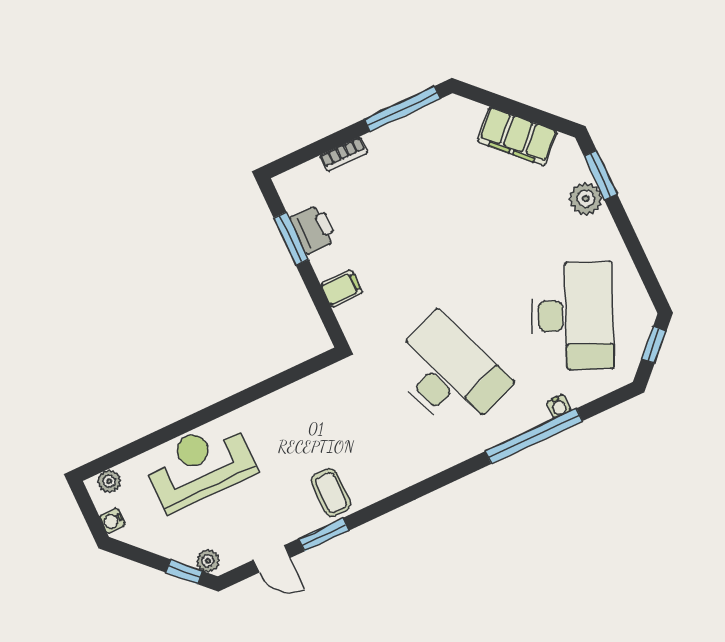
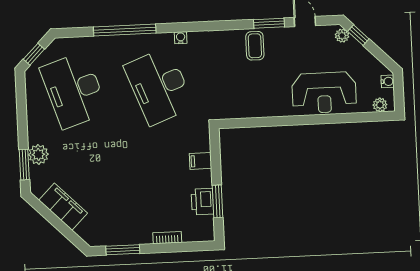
window: (402, 109) -> (123, 250), width x0.69
desk: (572, 316) -> (74, 90), turned -42
water cooler: (559, 406) -> (181, 38), moved

